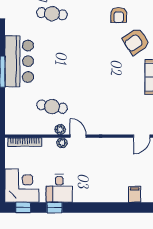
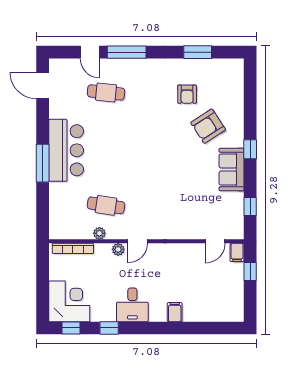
plant: (60, 130) -> (99, 233), moved
door: (78, 136) -> (138, 241), swing flipped
desk: (59, 188) -> (132, 305), moved
filing cabinet: (135, 194) -> (175, 312), moved

